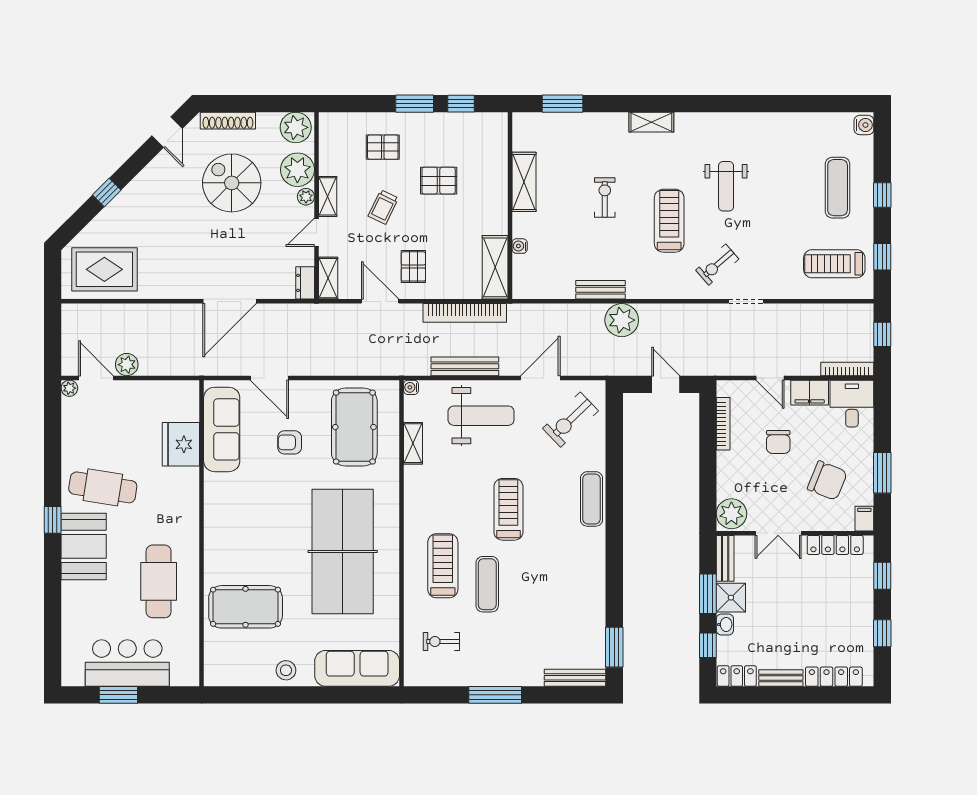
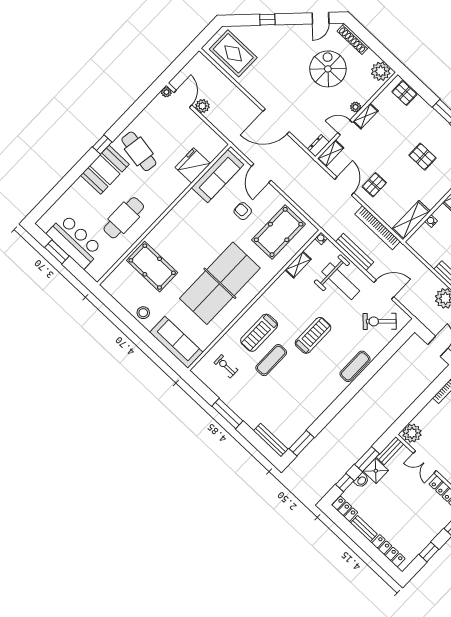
pallet: (383, 147) -> (404, 93), moved
plant: (297, 170) -> (363, 91), removed
trolley: (383, 207) -> (386, 145), removed
treadmill: (443, 566) -> (259, 333), turned 180

